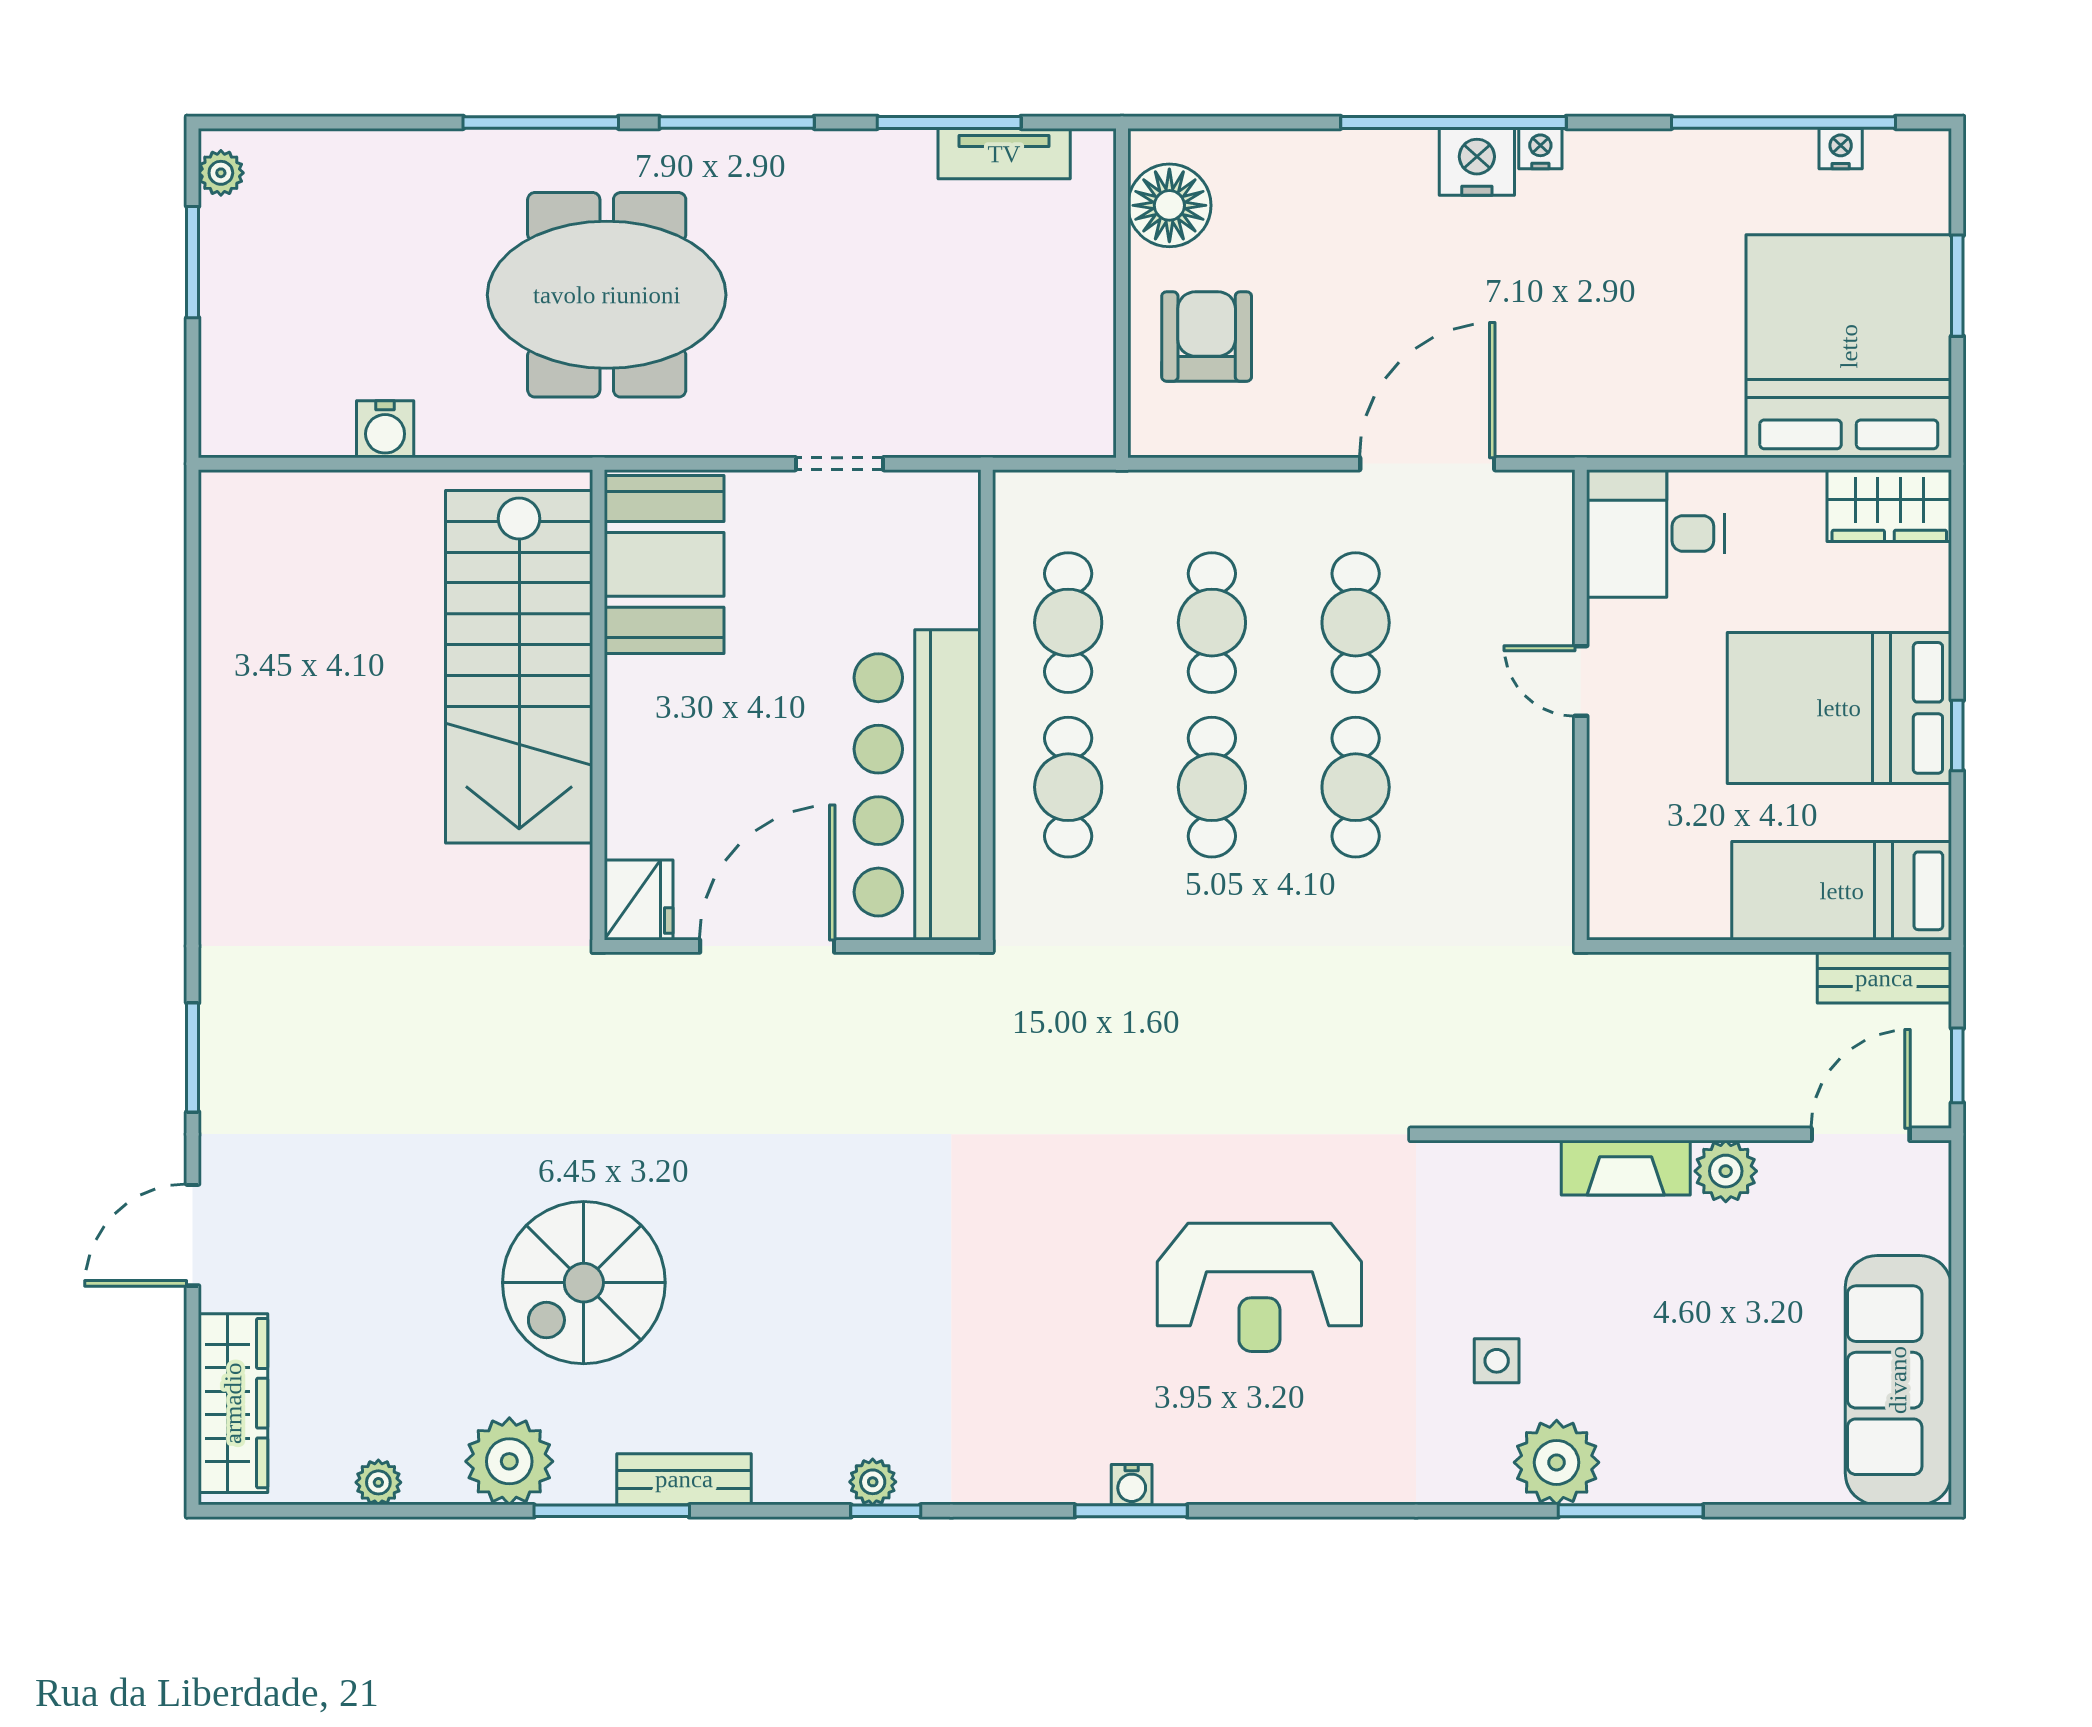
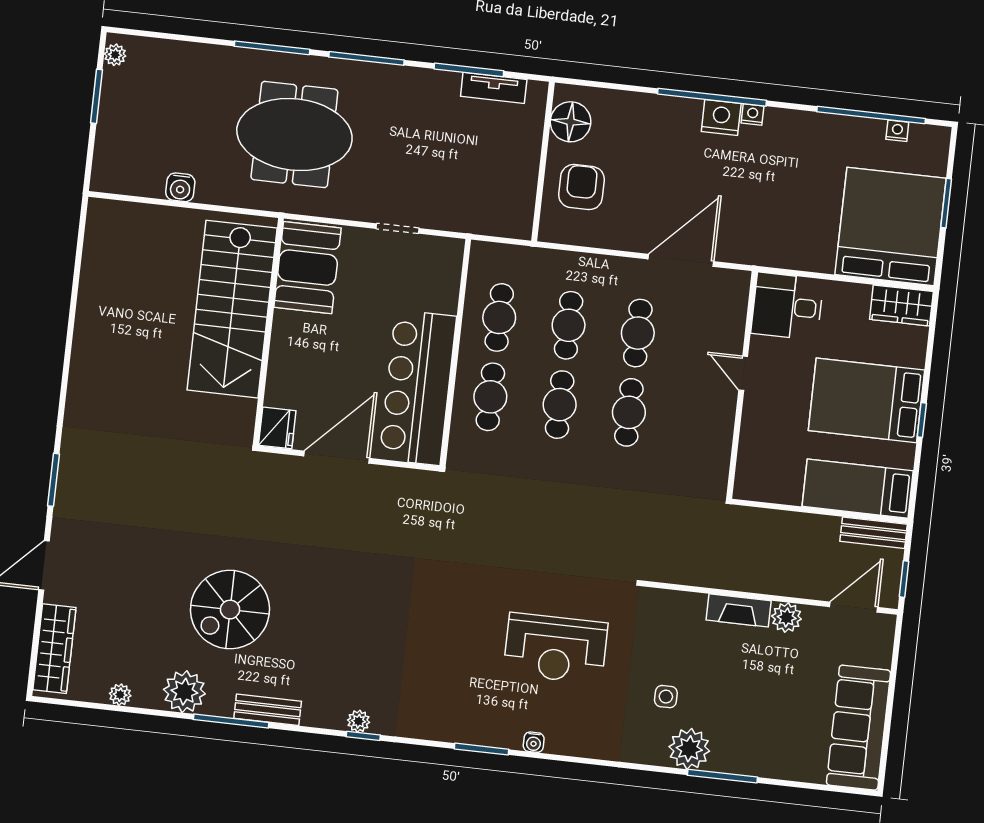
water cooler: (1132, 1485) -> (534, 742), moved

